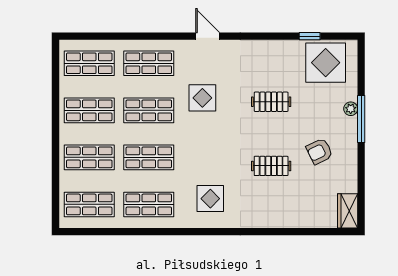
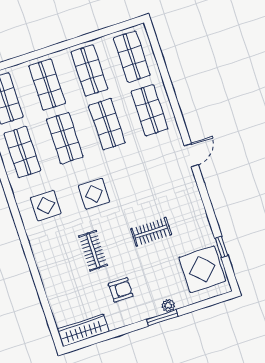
display table: (202, 98) -> (94, 194), moved
clothes rail: (271, 102) -> (151, 232), turned 90
window: (361, 119) -> (162, 318), width x0.69
armchair: (319, 151) -> (121, 290), turned 116
wardrobe: (348, 211) -> (83, 330), width x1.50

